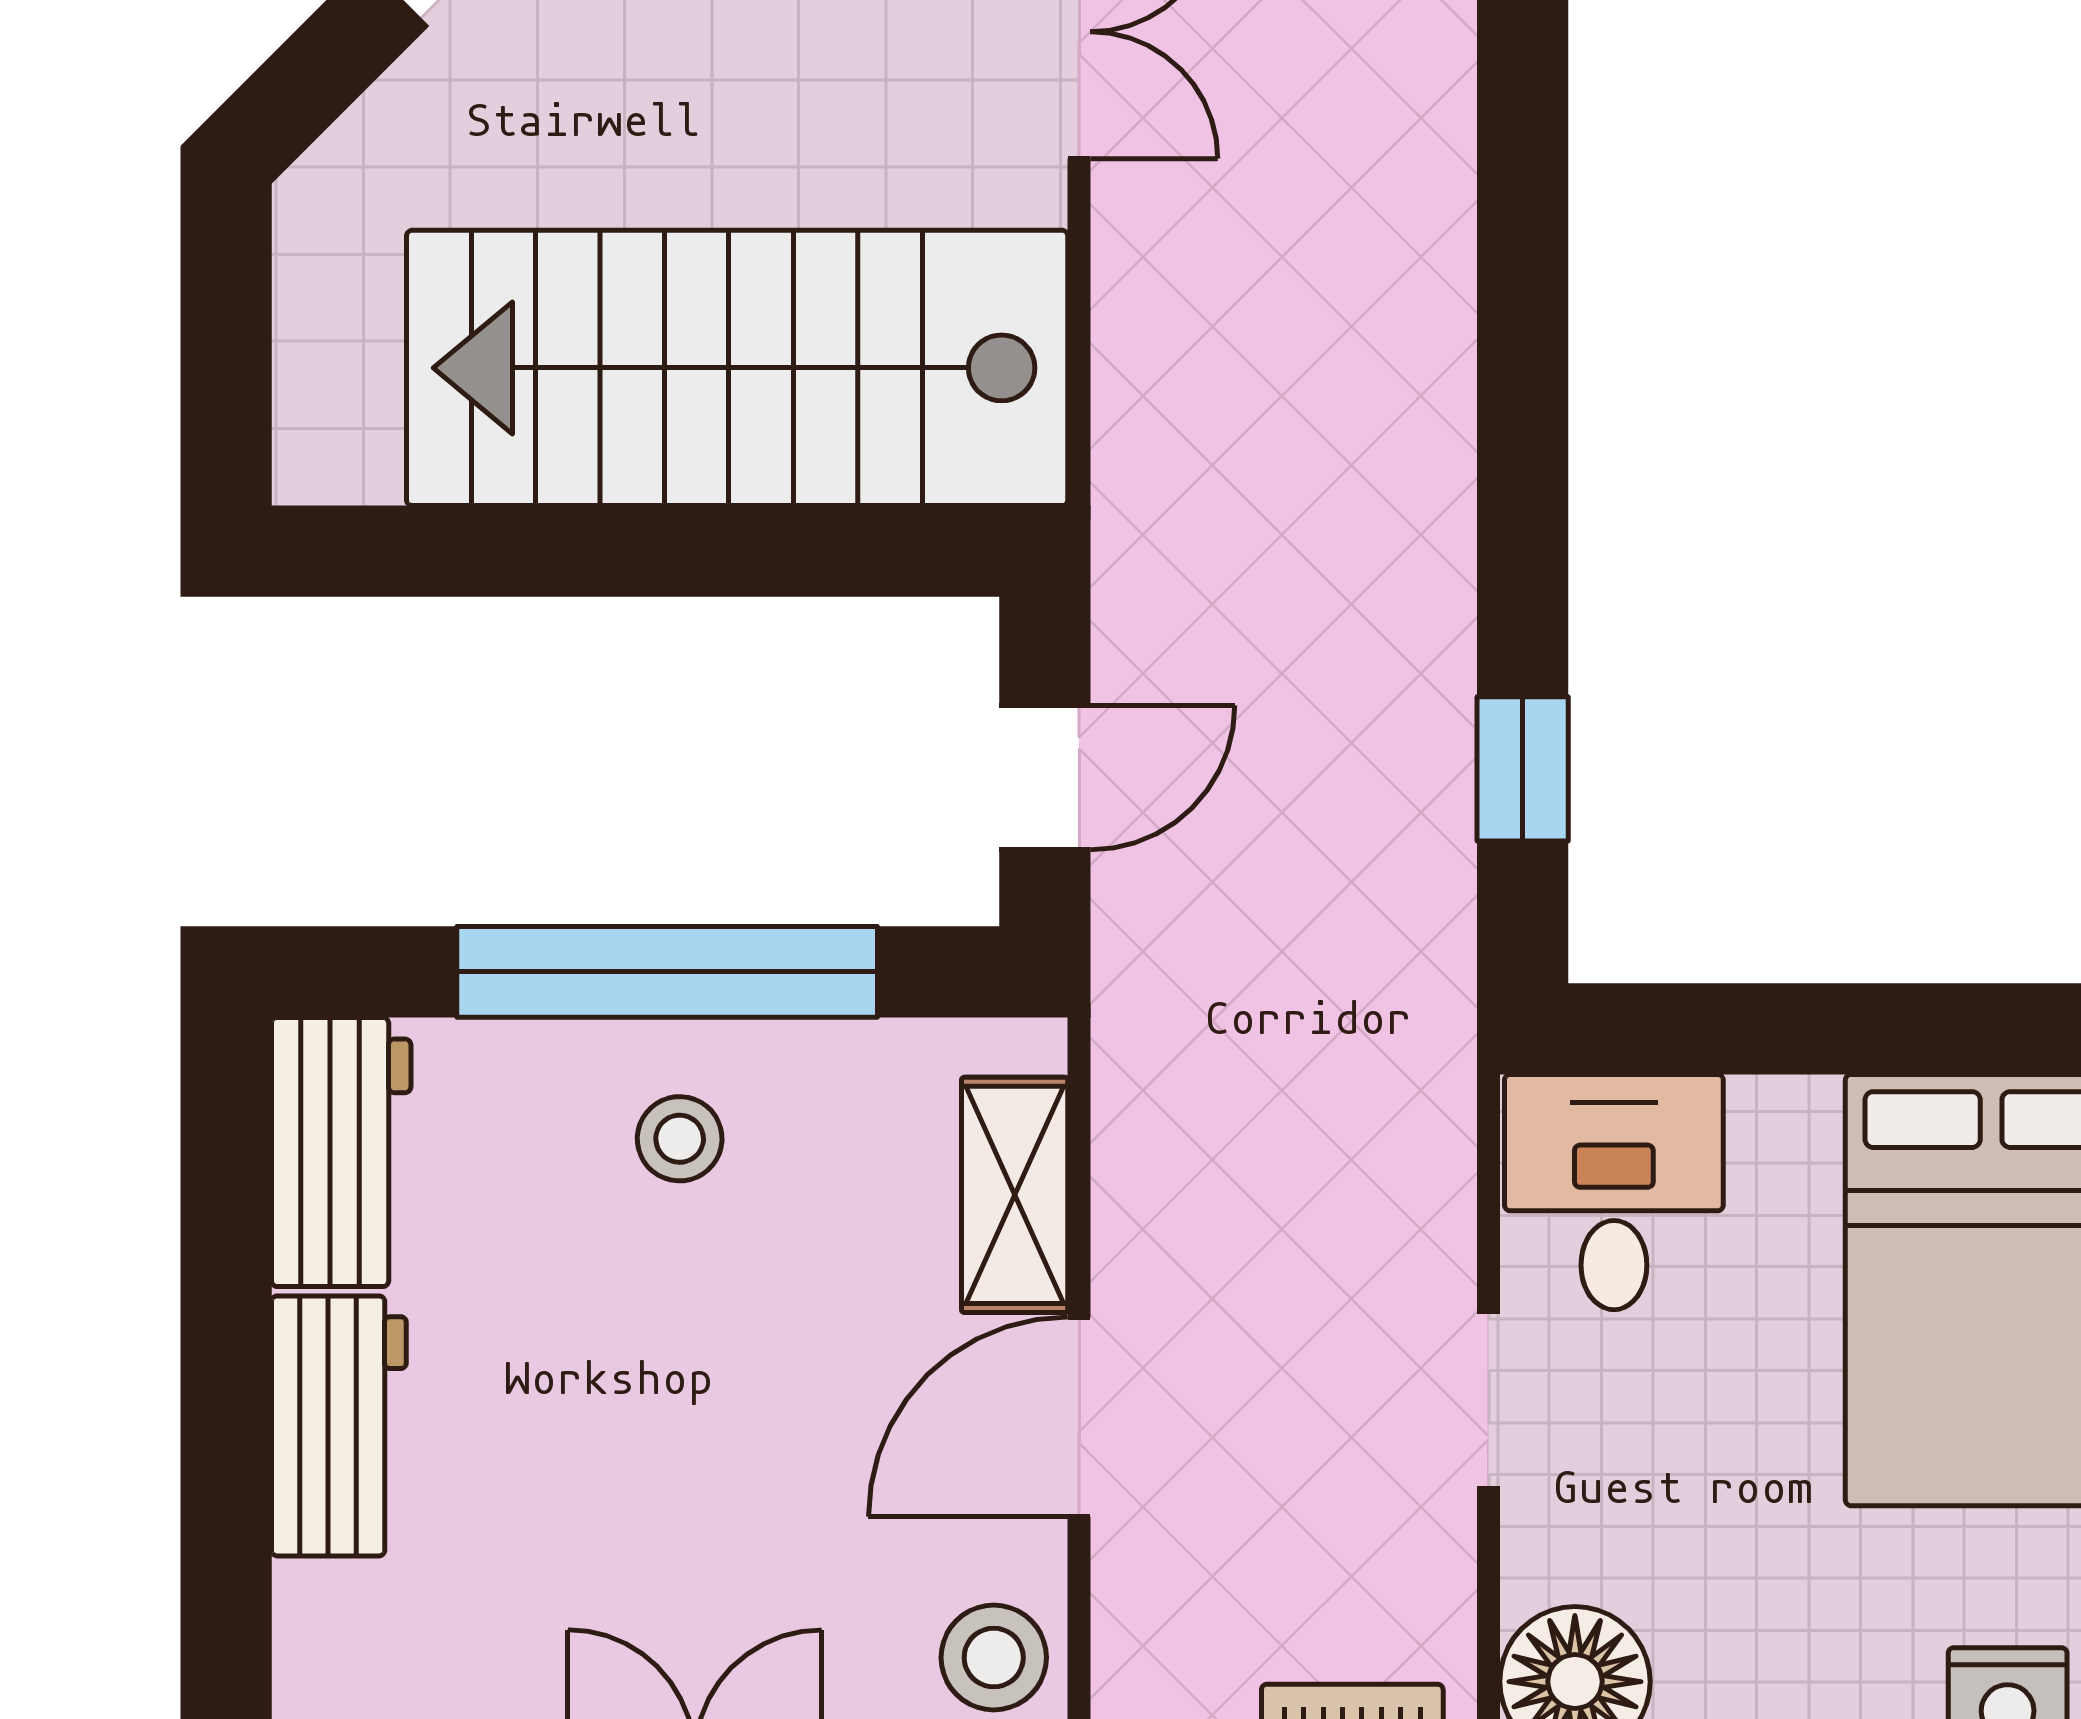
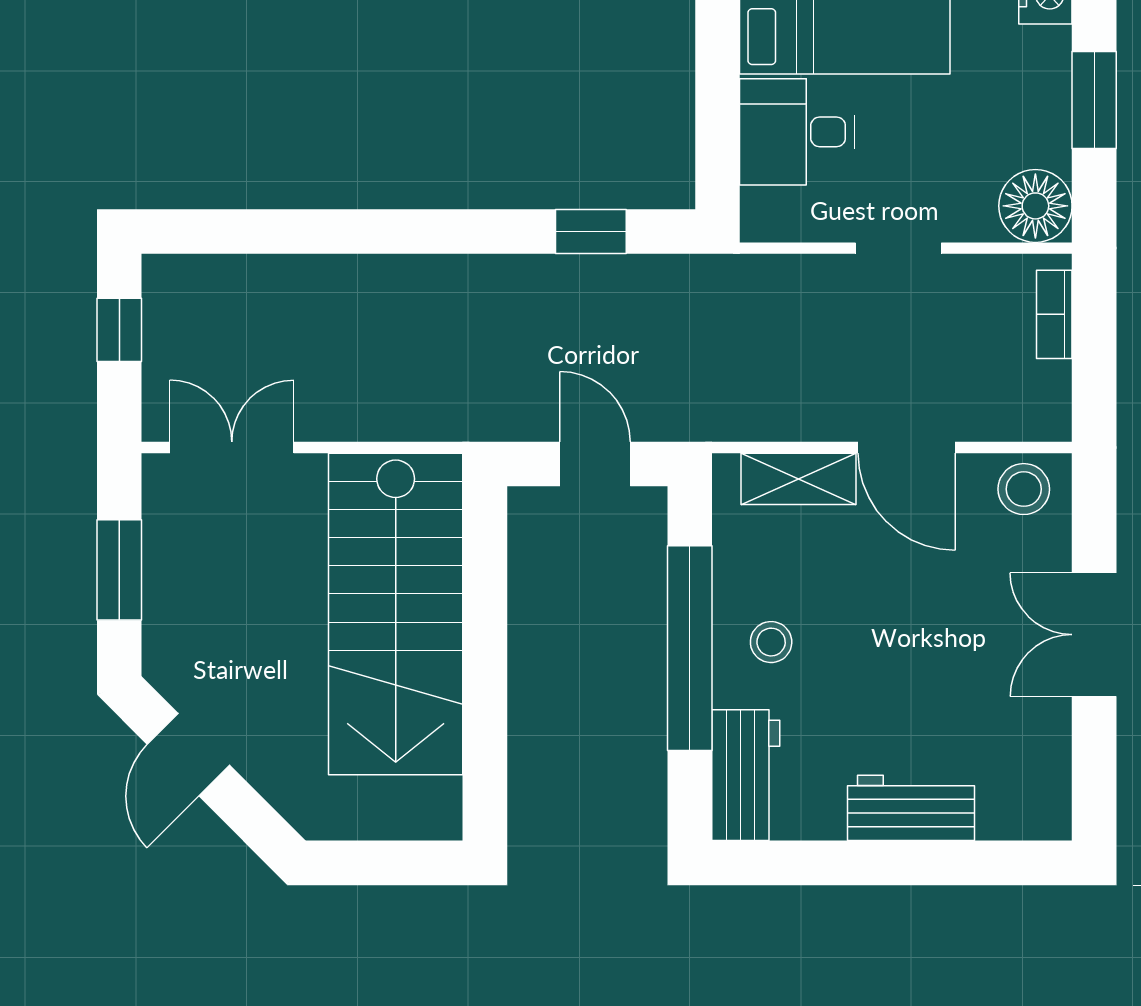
workbench: (341, 1152) -> (746, 775), moved, turned 90
desk: (1614, 1192) -> (797, 132), moved

